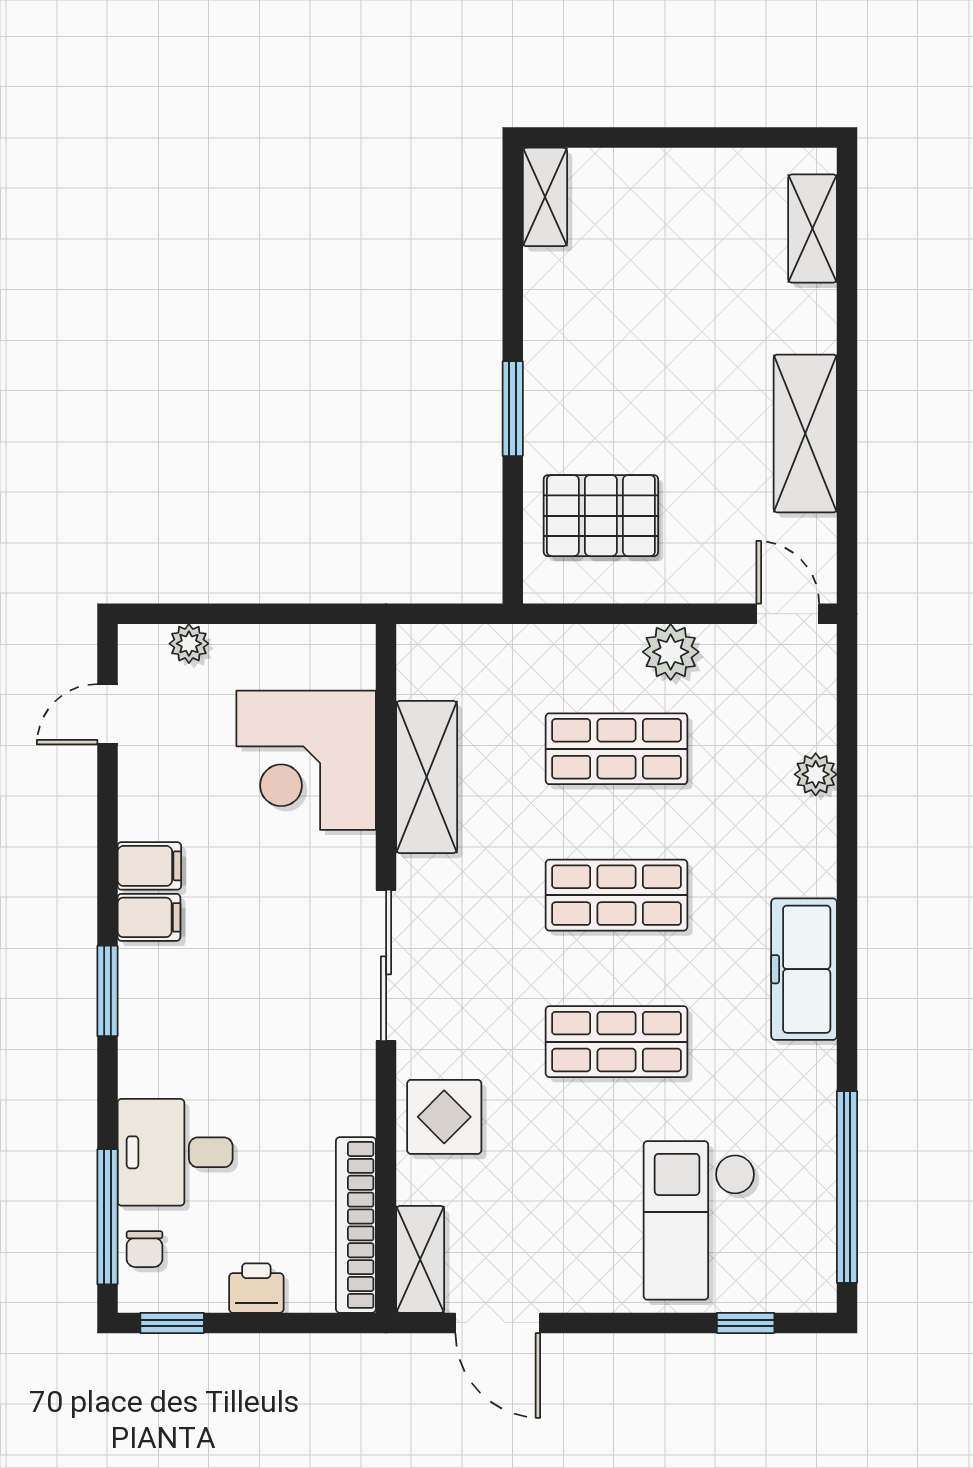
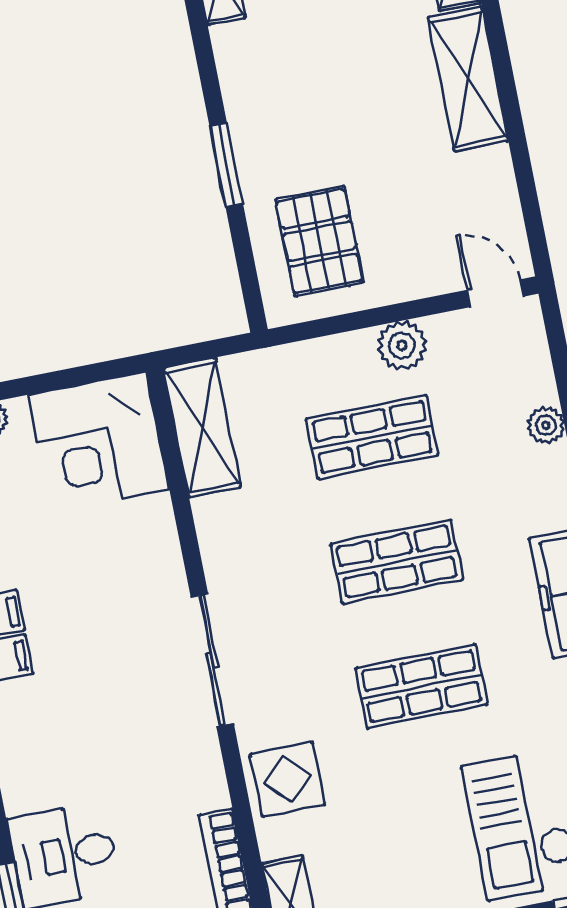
shelving: (805, 434) -> (468, 79), moved
pallet: (601, 516) -> (319, 241), turned 90
corner desk: (306, 760) -> (99, 442), moved
shelving: (427, 777) -> (202, 428), moved

